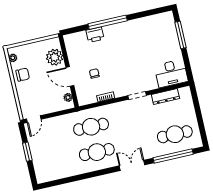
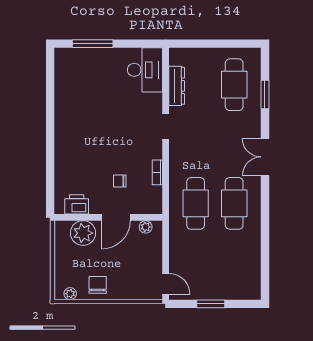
window: (108, 22) -> (50, 145), removed
printer: (95, 35) -> (77, 204), moved, turned -90
window: (173, 156) -> (265, 94), width x0.47

